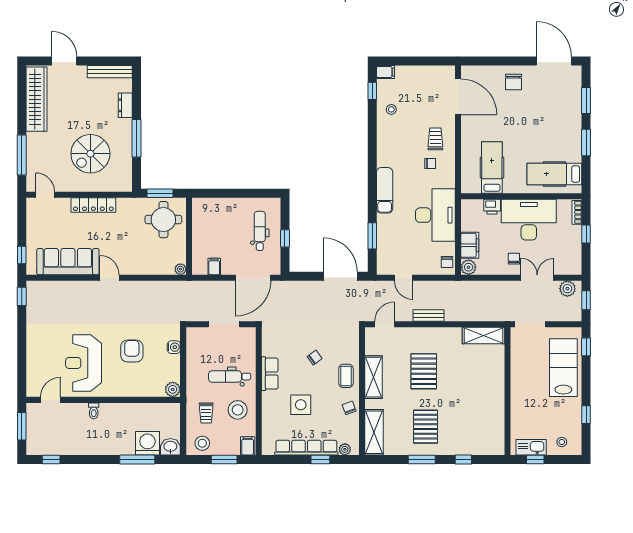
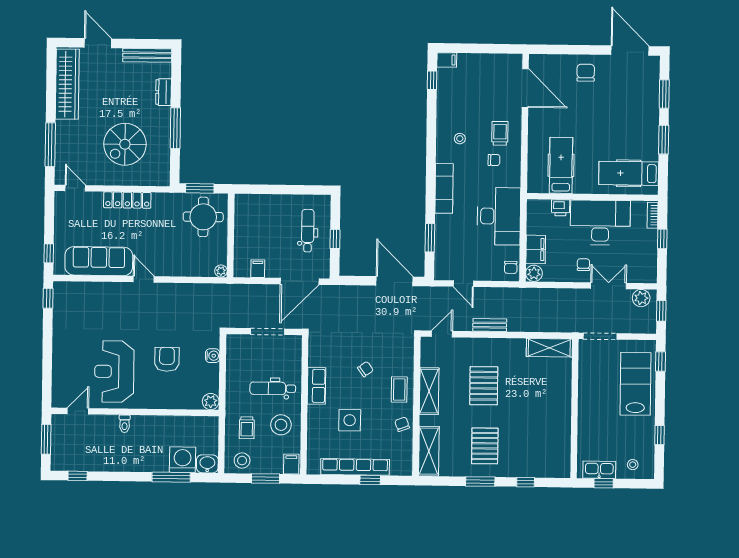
chair: (514, 82) -> (586, 73), turned 180
stool: (391, 109) -> (460, 139), moved
plant: (345, 449) -> (397, 469), removed

